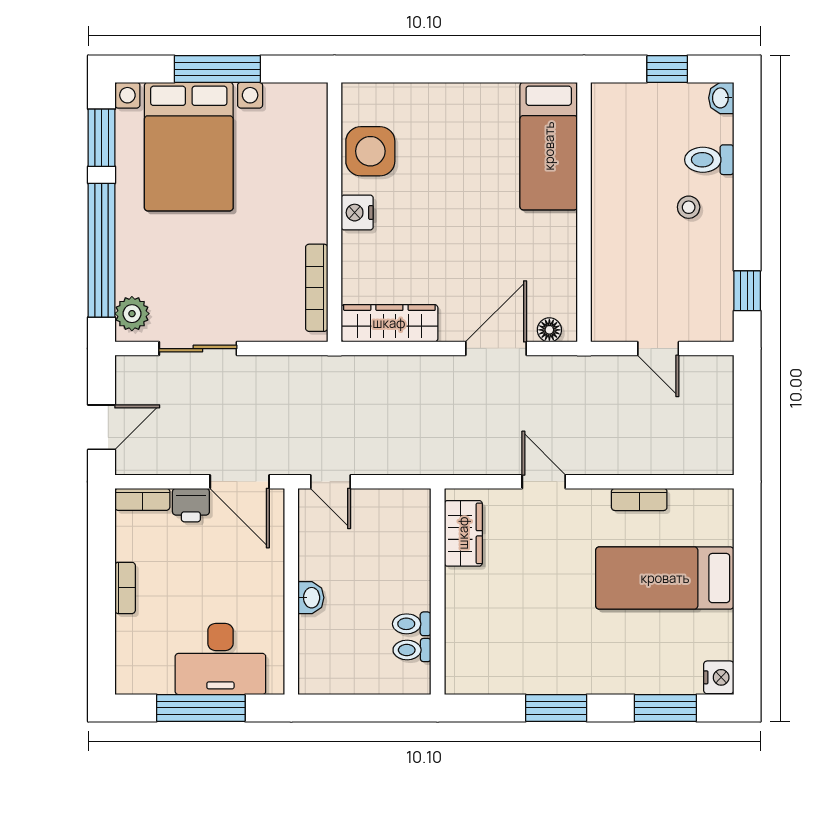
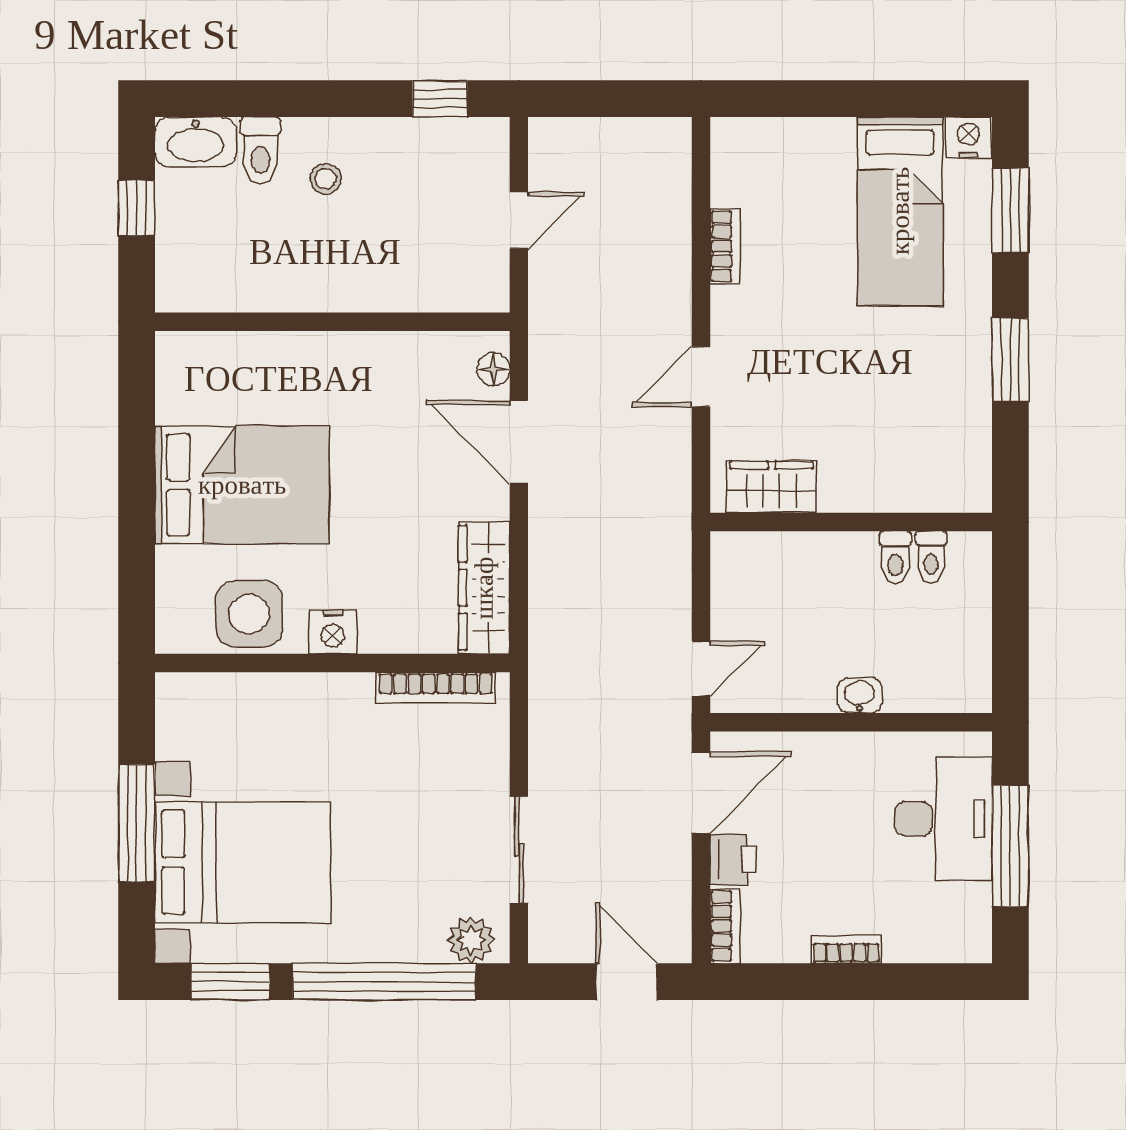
washbasin: (721, 98) -> (196, 142), width x1.91, depth x1.45
bed: (549, 146) -> (242, 485), moved, width x1.50
bed: (665, 578) -> (900, 211), moved

